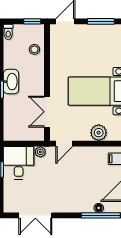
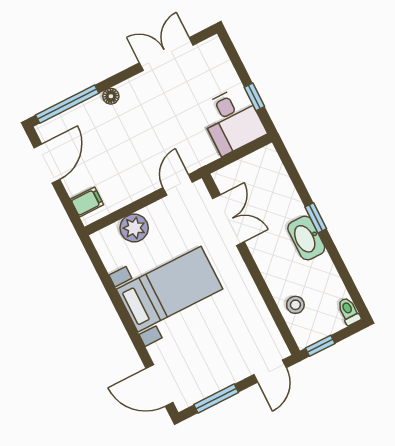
plant: (40, 152) -> (208, 154), removed
floor lamp: (99, 208) -> (111, 96), moved

